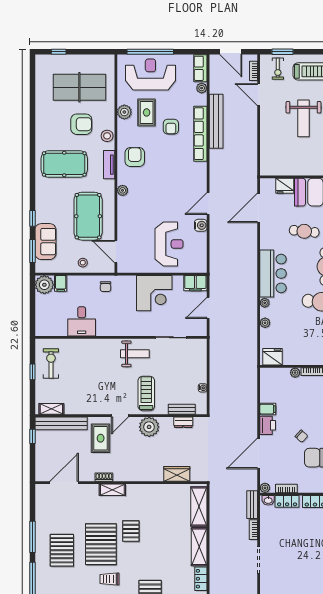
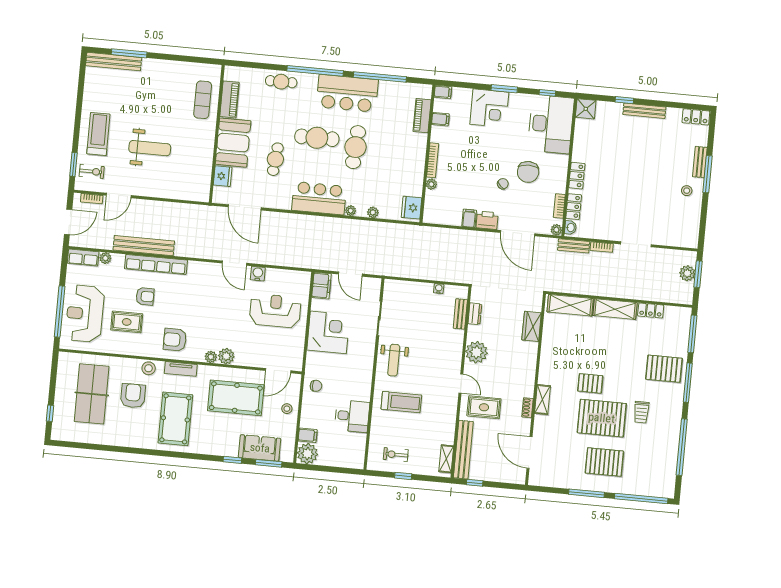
plant: (124, 112) -> (226, 356), moved
weight bench: (135, 354) -> (394, 360), turned 180
exercise bike: (51, 364) -> (396, 455), width x0.73, depth x0.72
treadmill: (146, 393) -> (401, 402), moved, turned 180

